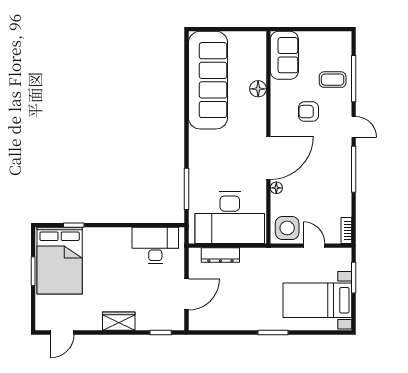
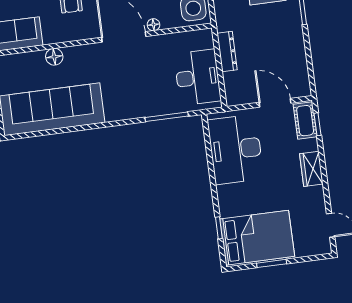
desk: (230, 218) -> (198, 77), width x0.73, depth x0.77
desk: (155, 245) -> (236, 149), width x1.36, depth x1.30
dresser: (220, 255) -> (227, 52), moved
cot: (166, 321) -> (305, 121), added

